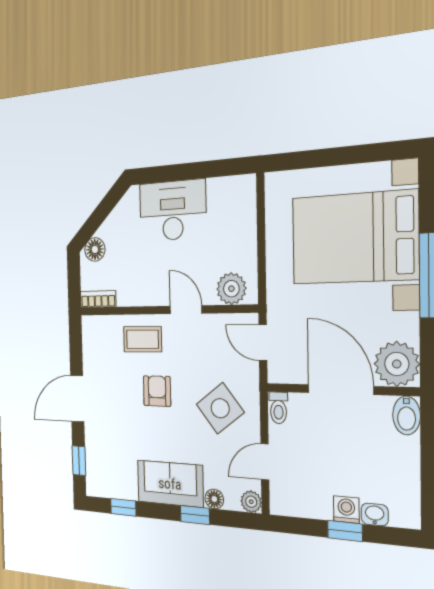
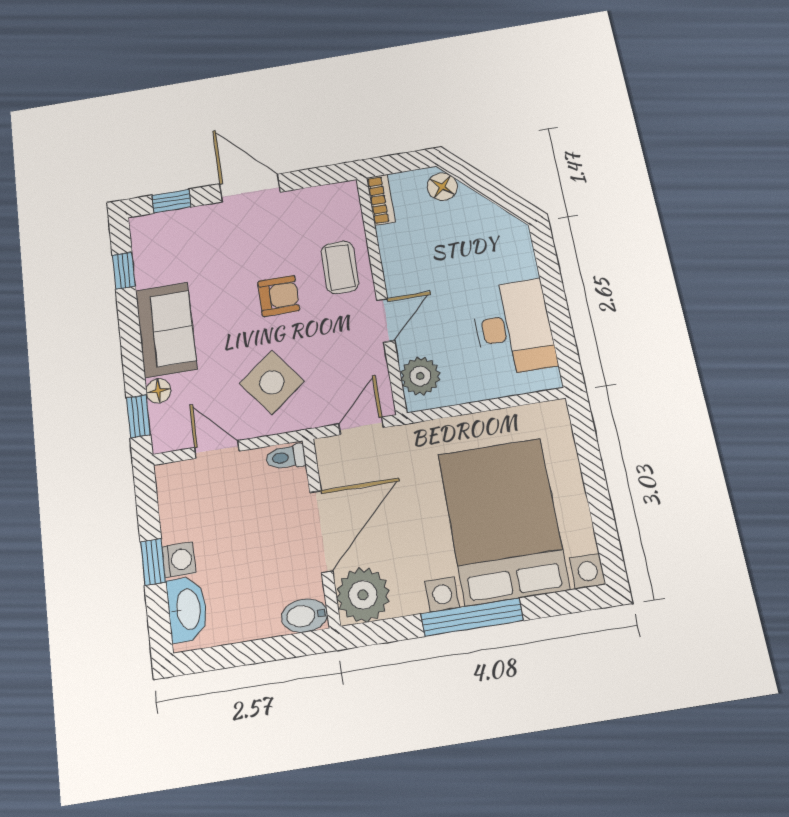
desk: (173, 210) -> (514, 327), moved
plant: (251, 502) -> (165, 439), removed
window: (195, 515) -> (138, 416), moved
washbasin: (375, 515) -> (187, 609), width x1.91, depth x1.45

